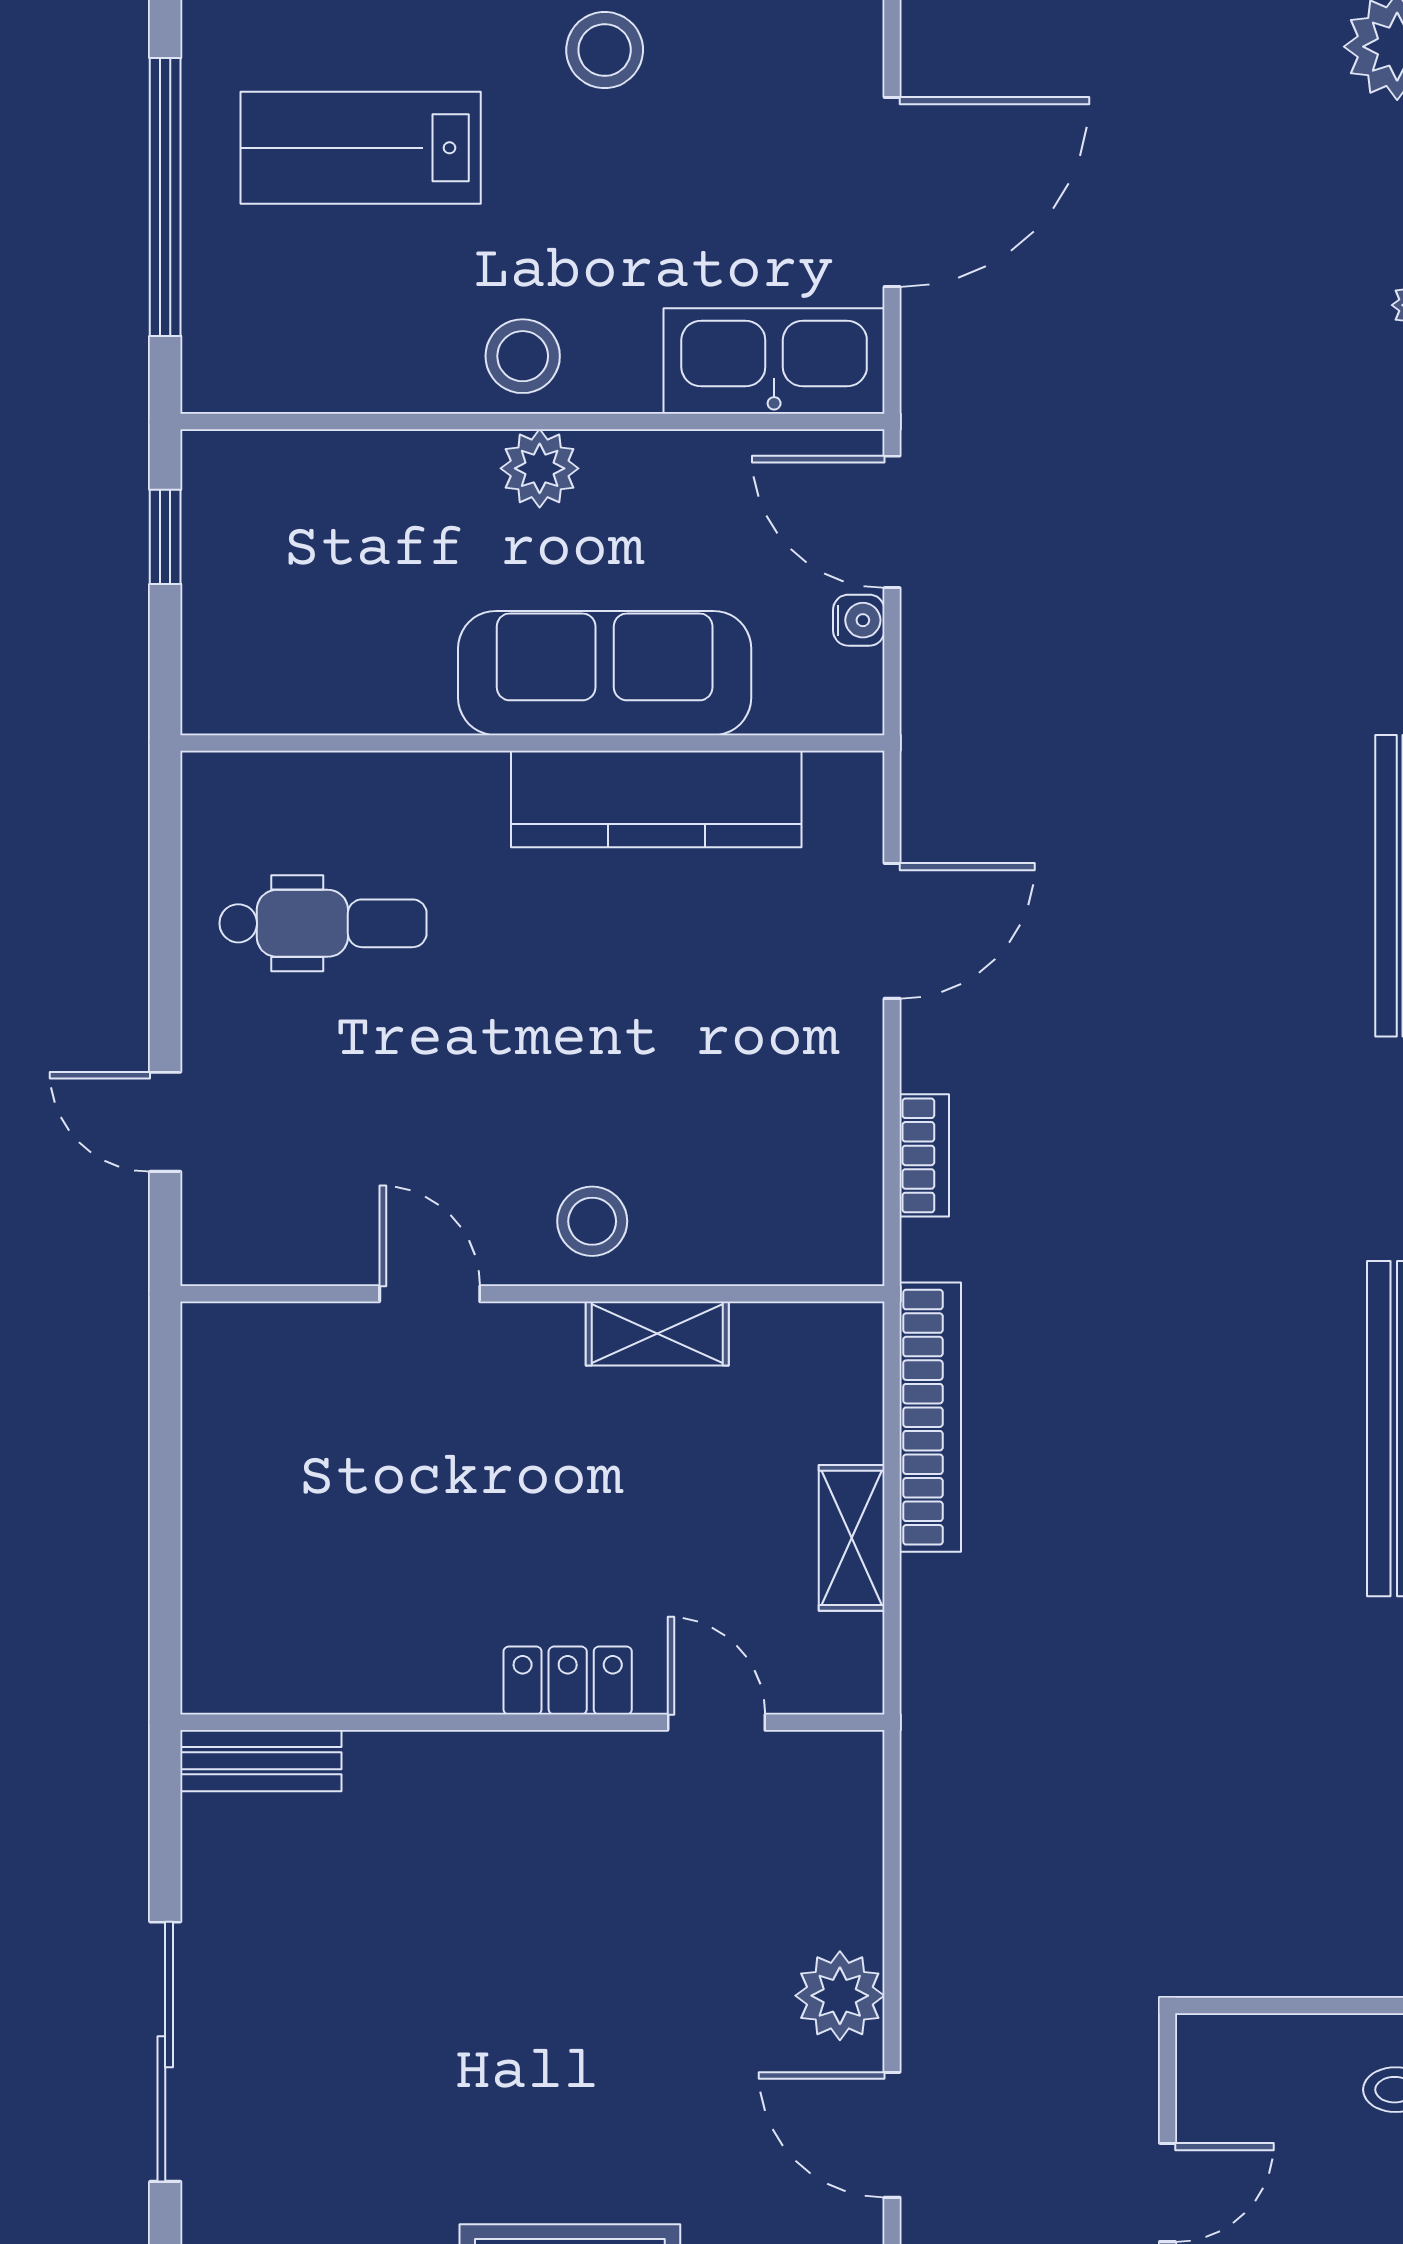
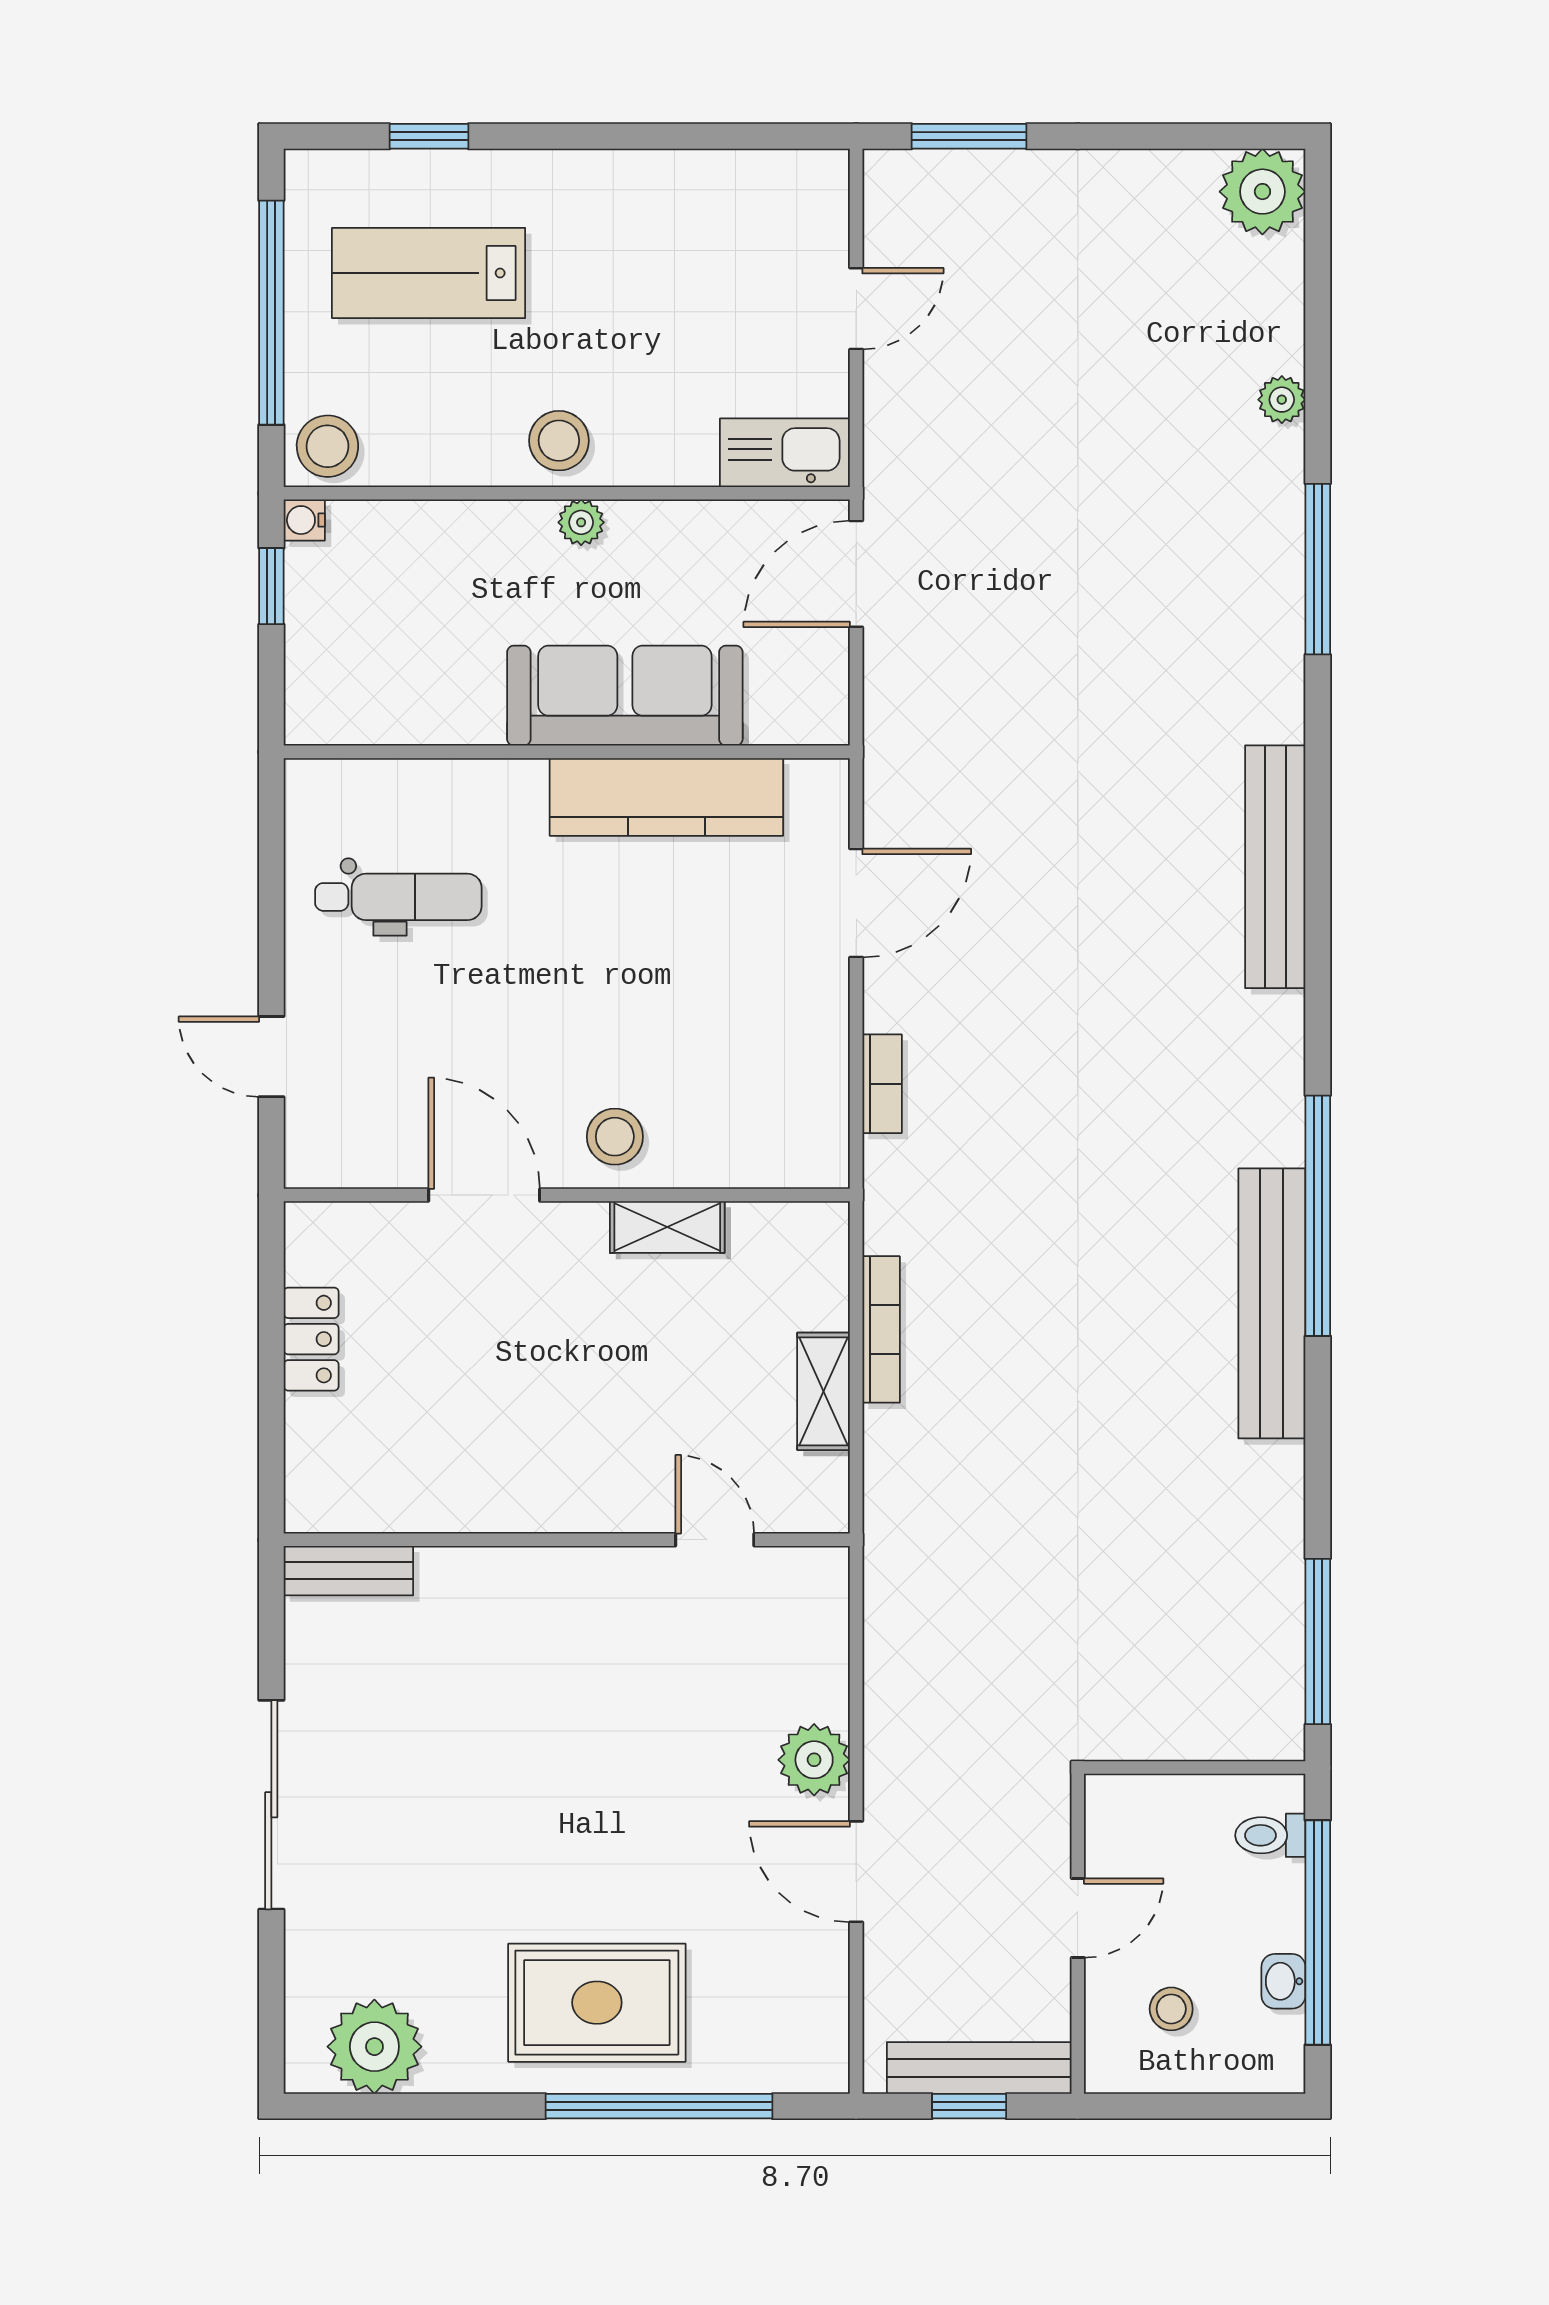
stool: (605, 50) -> (327, 446), moved
door: (892, 192) -> (856, 309), width x0.53
kitchen sink: (774, 361) -> (785, 453), width x0.73, depth x0.81
plant: (540, 468) -> (581, 522), width x0.73, depth x0.73
door: (892, 522) -> (856, 574), hinge flipped
water cooler: (859, 620) -> (304, 520), moved, turned 180
door: (430, 1294) -> (484, 1195), width x1.38
bookcase: (930, 1417) -> (881, 1329), width x0.68, depth x0.76
locker: (568, 1680) -> (311, 1339), moved, turned 90

